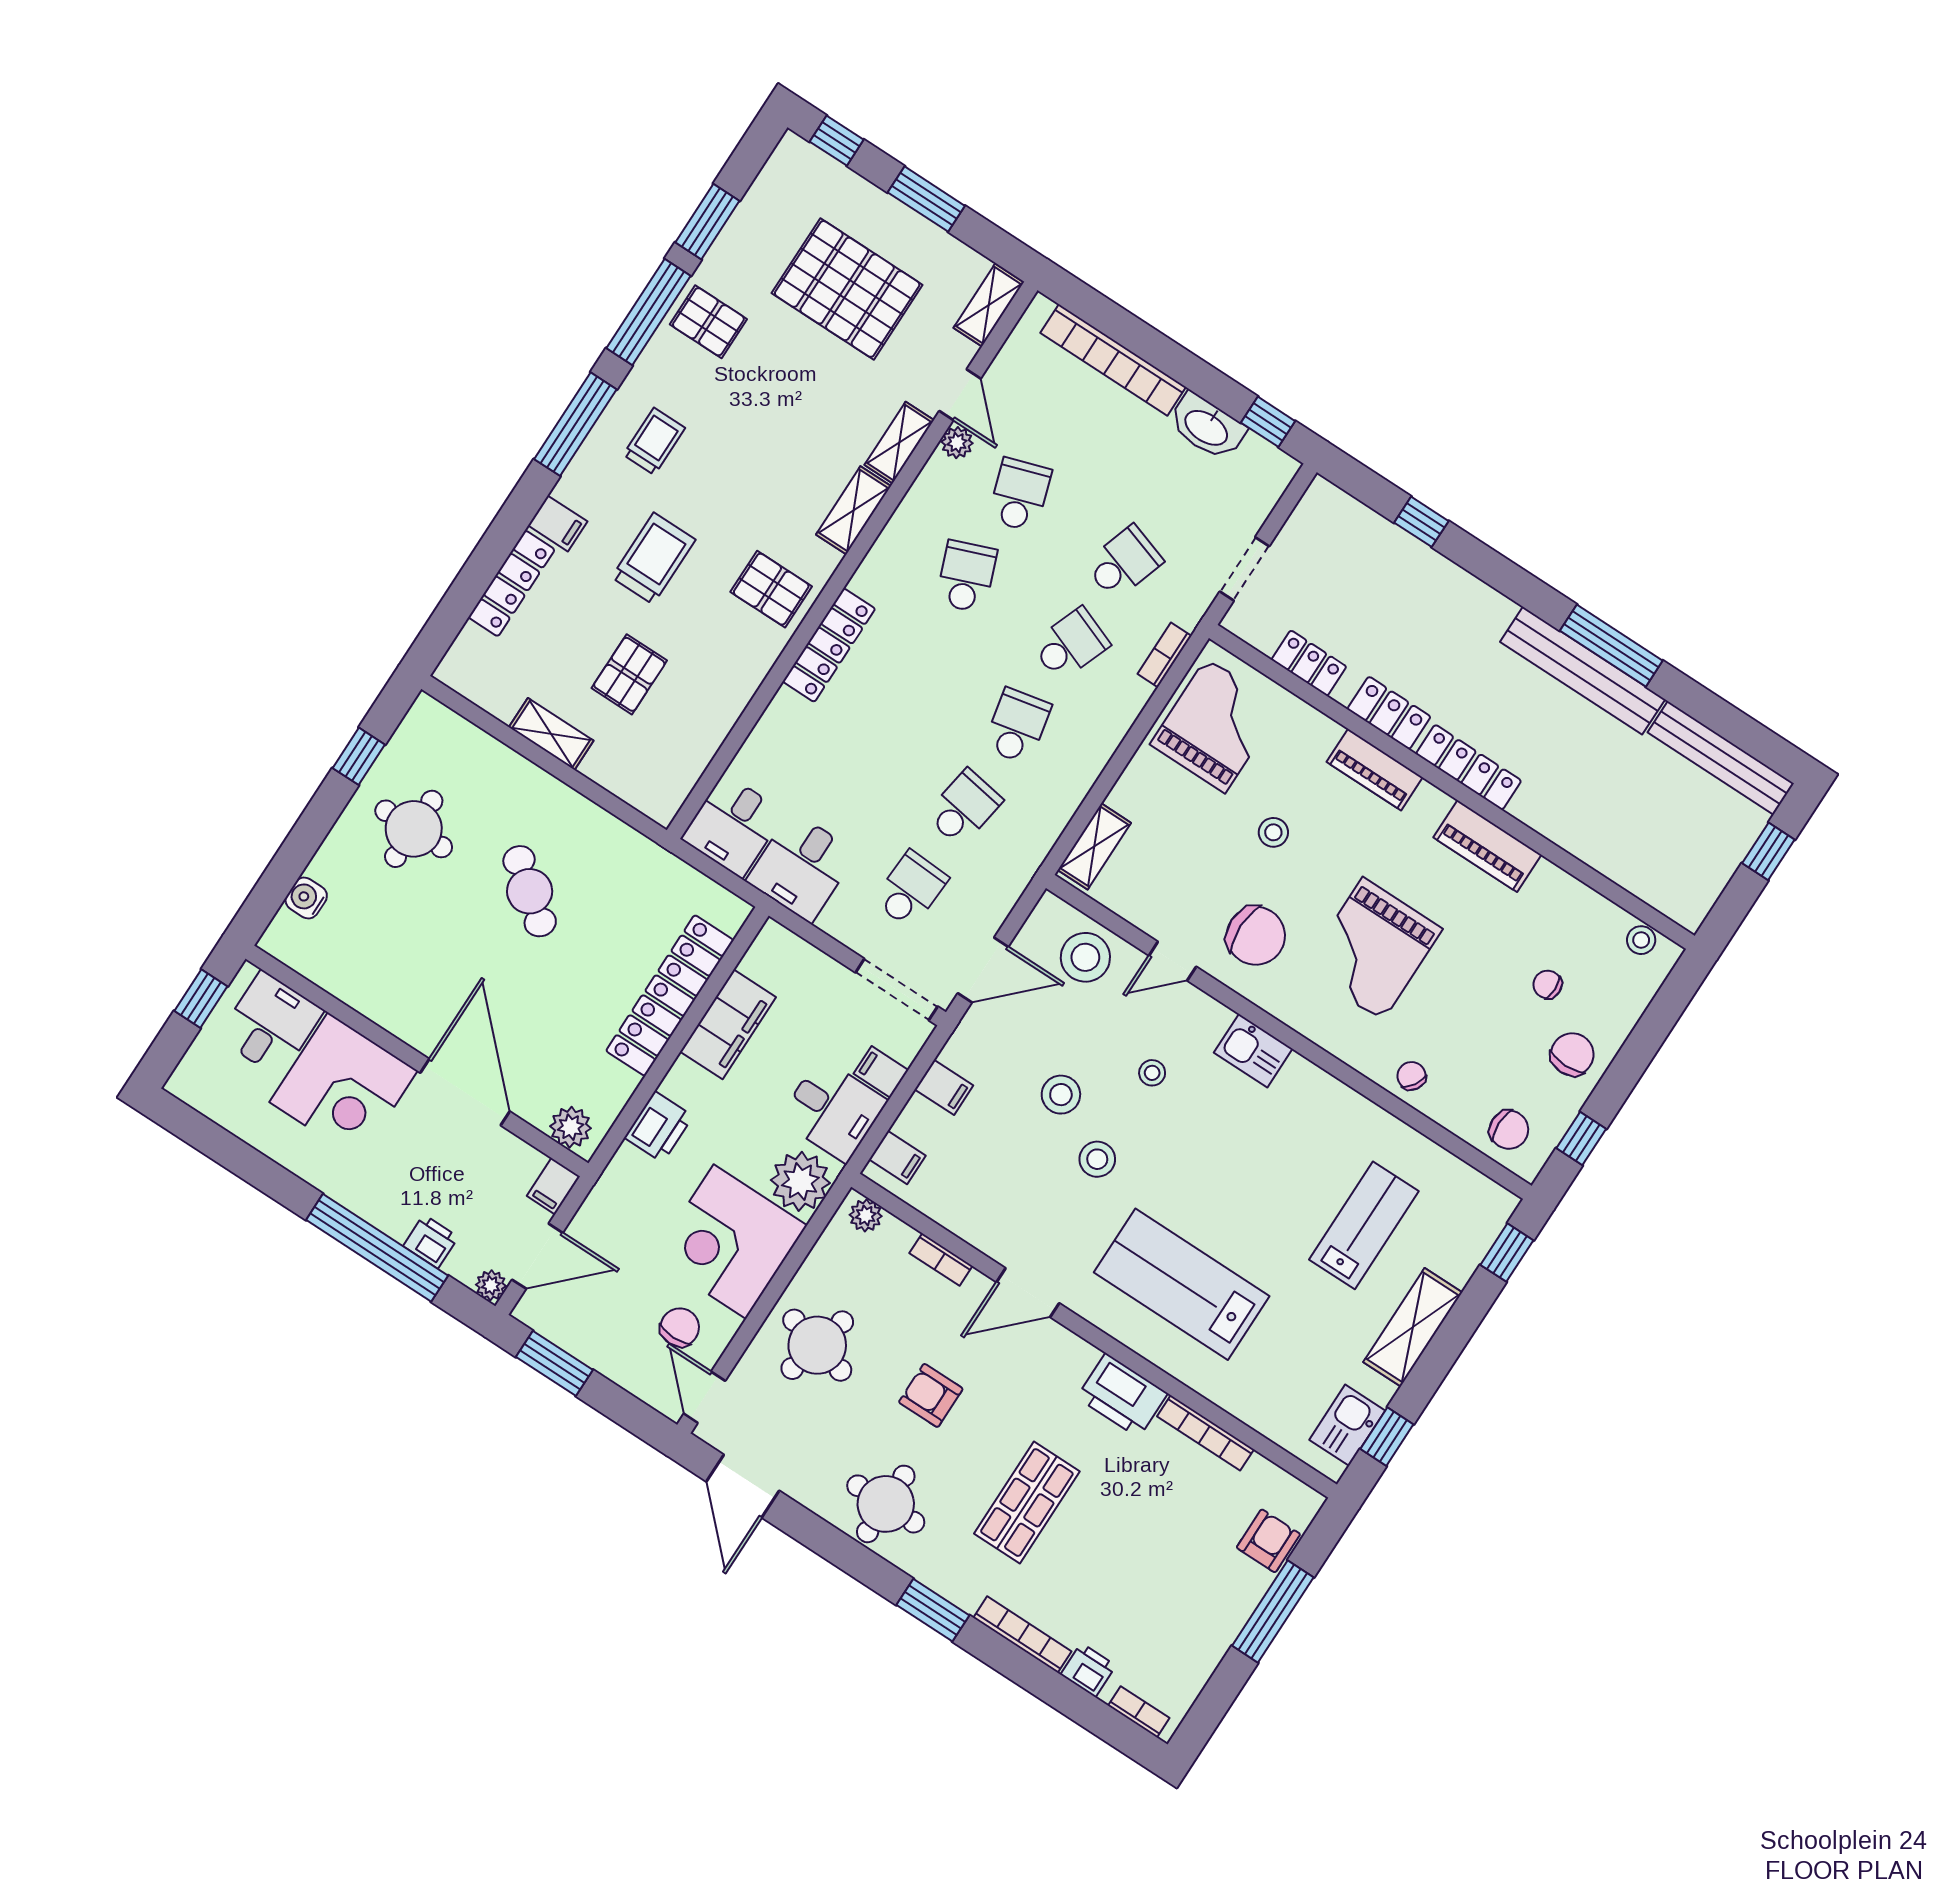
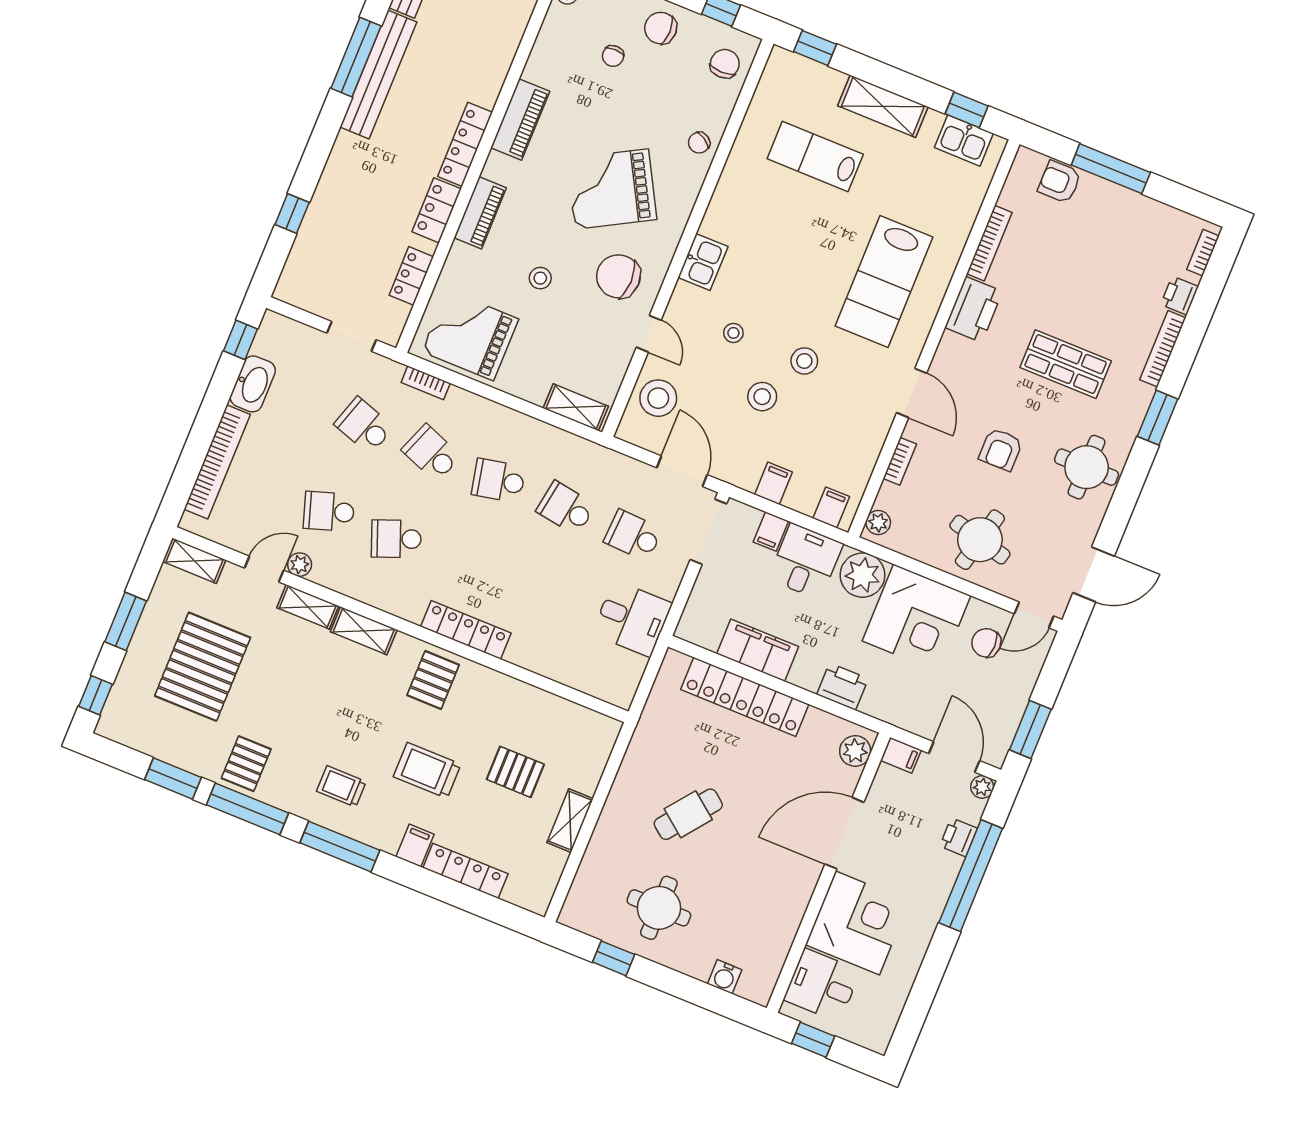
desk: (733, 826) -> (612, 675), removed
chair: (1256, 936) -> (618, 276), turned -90
grand piano: (1373, 949) -> (612, 189), turned 151

